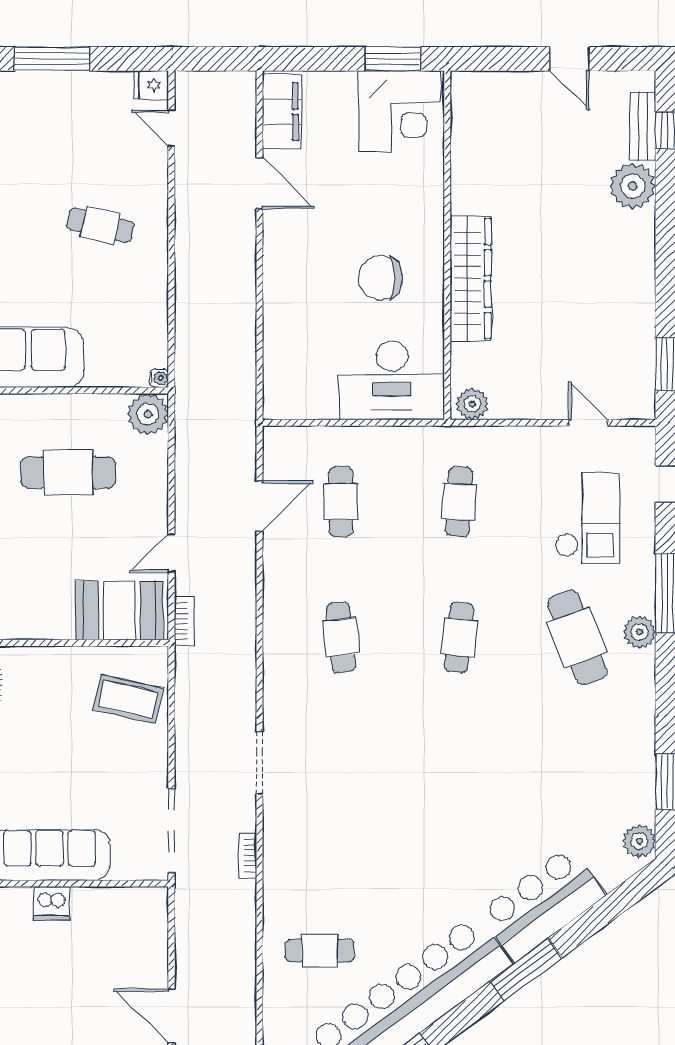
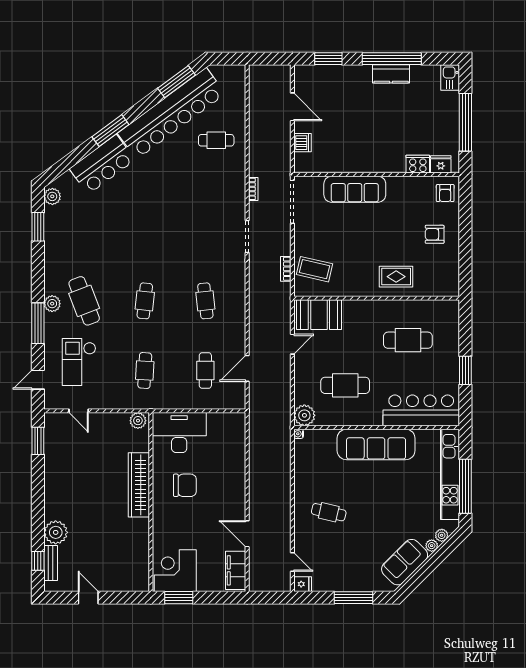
bookcase: (184, 621) -> (286, 269), moved
dishwasher: (51, 903) -> (302, 143), moved, turned 90

